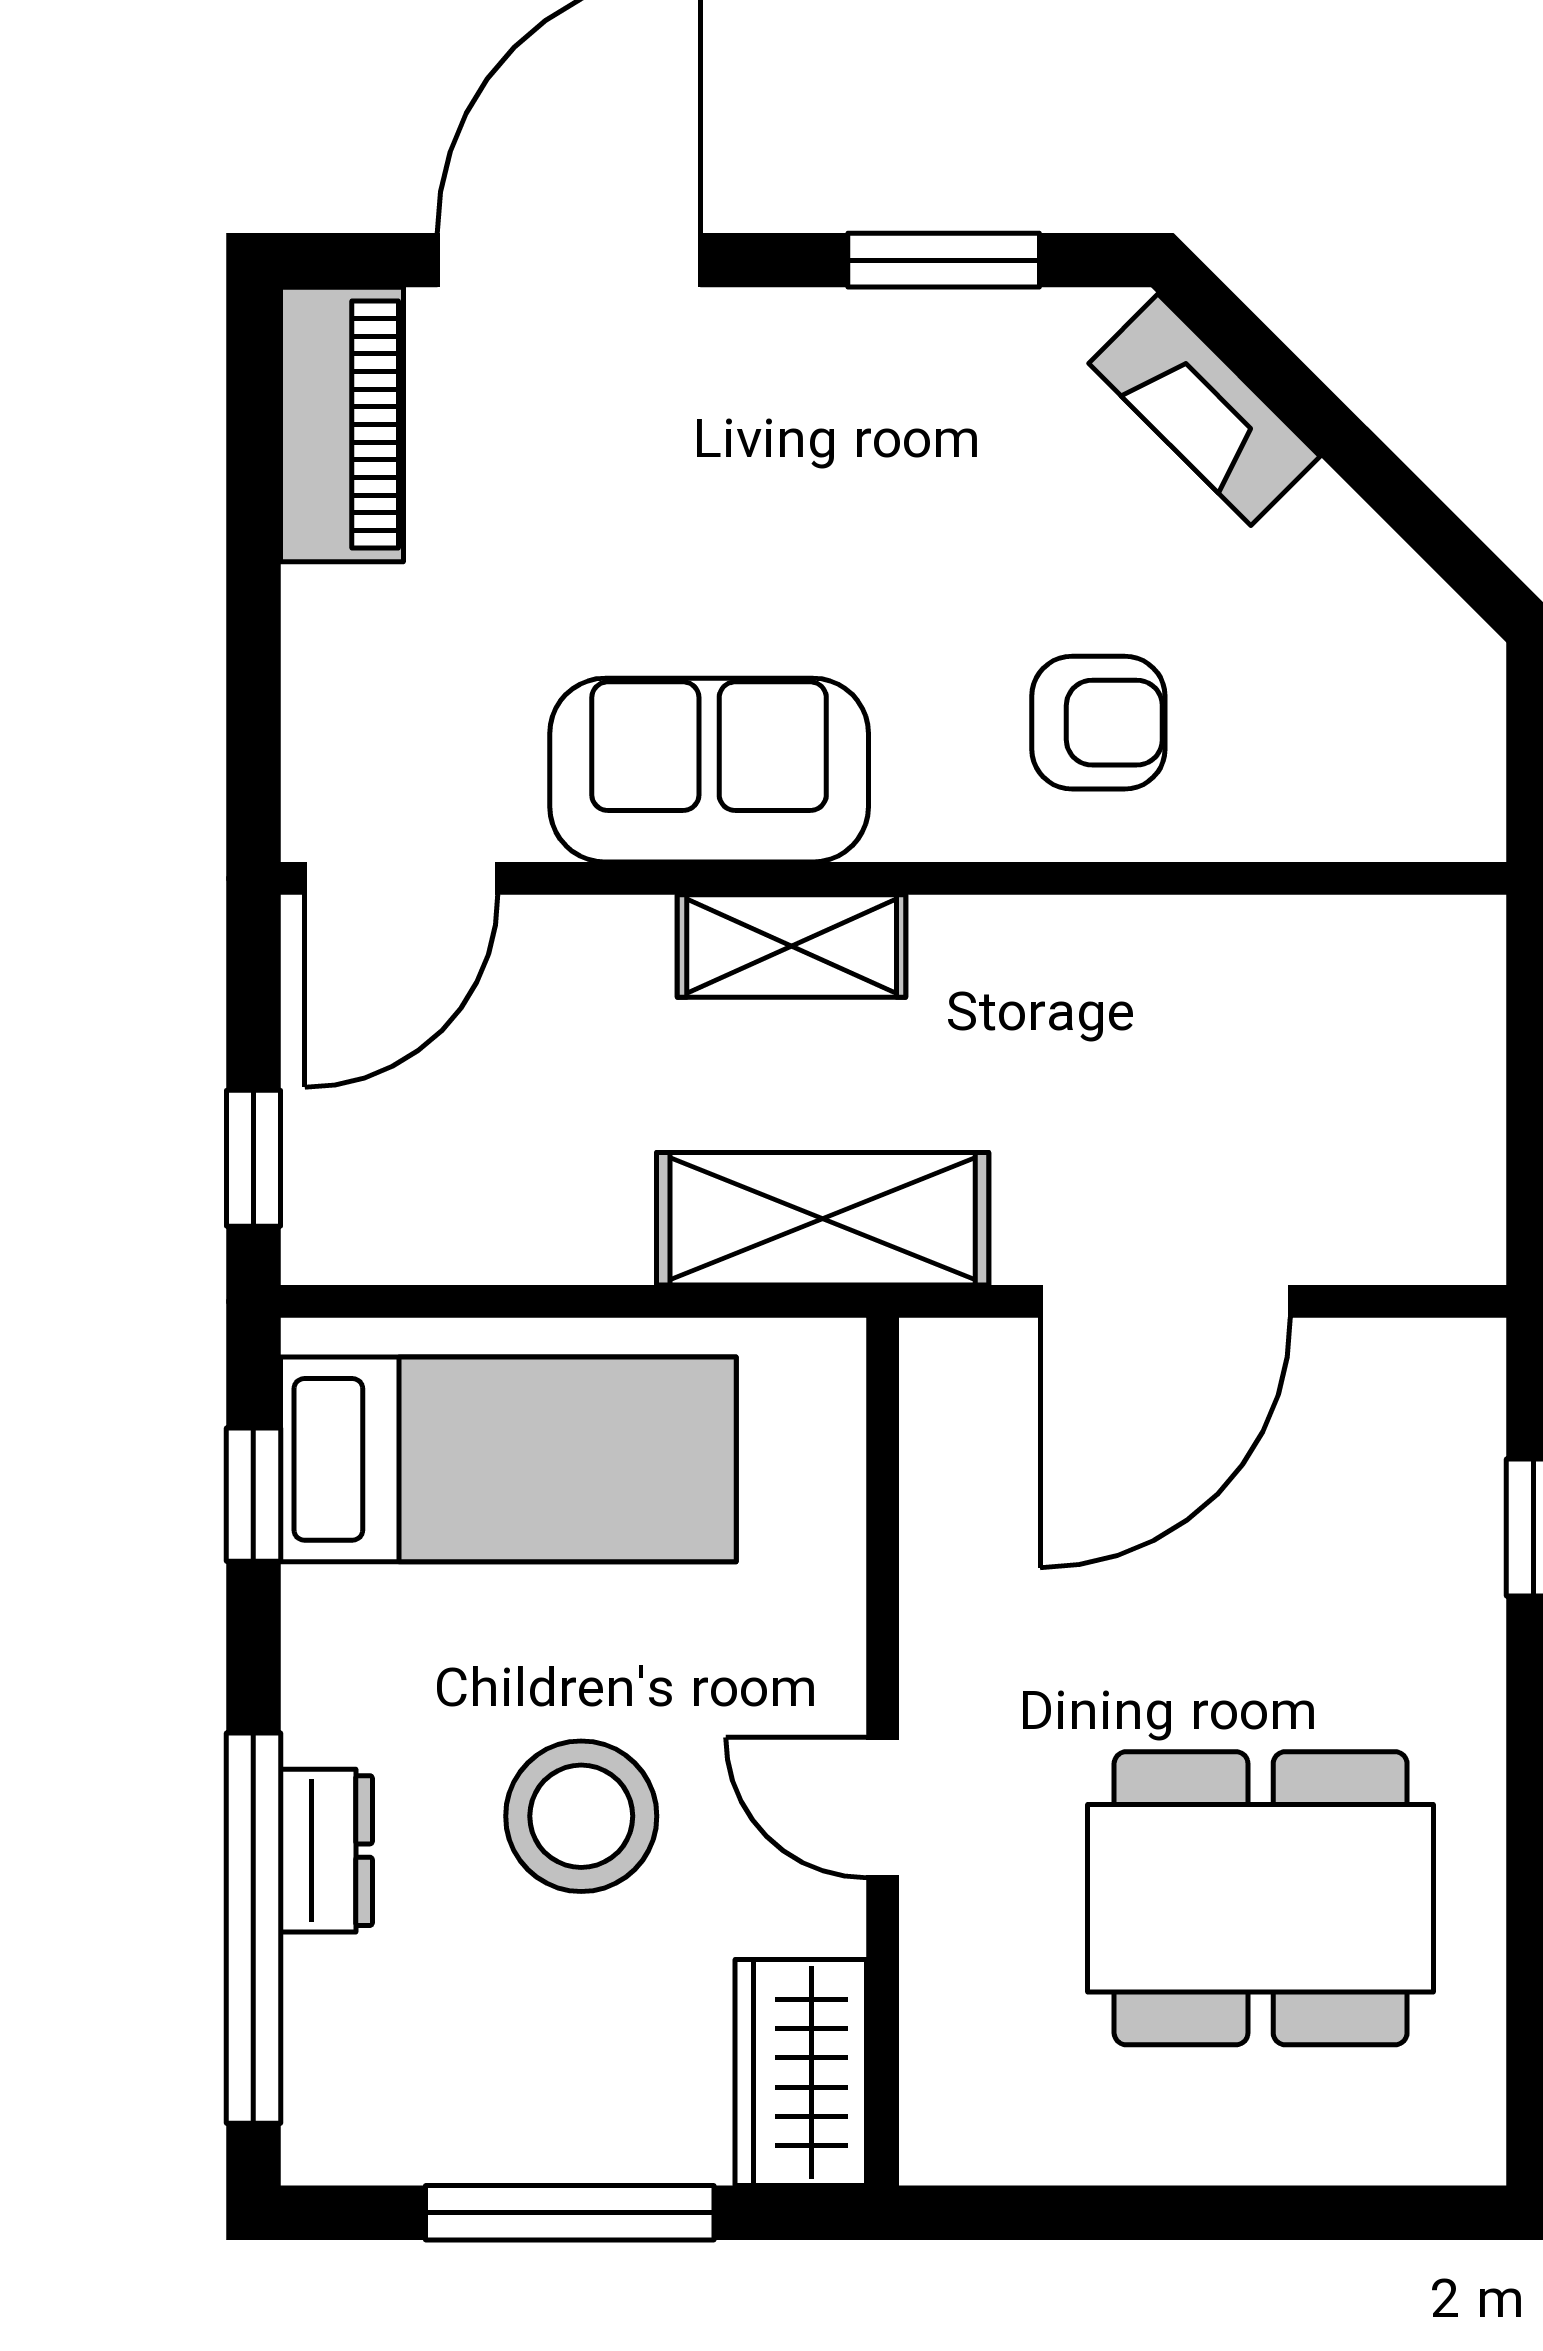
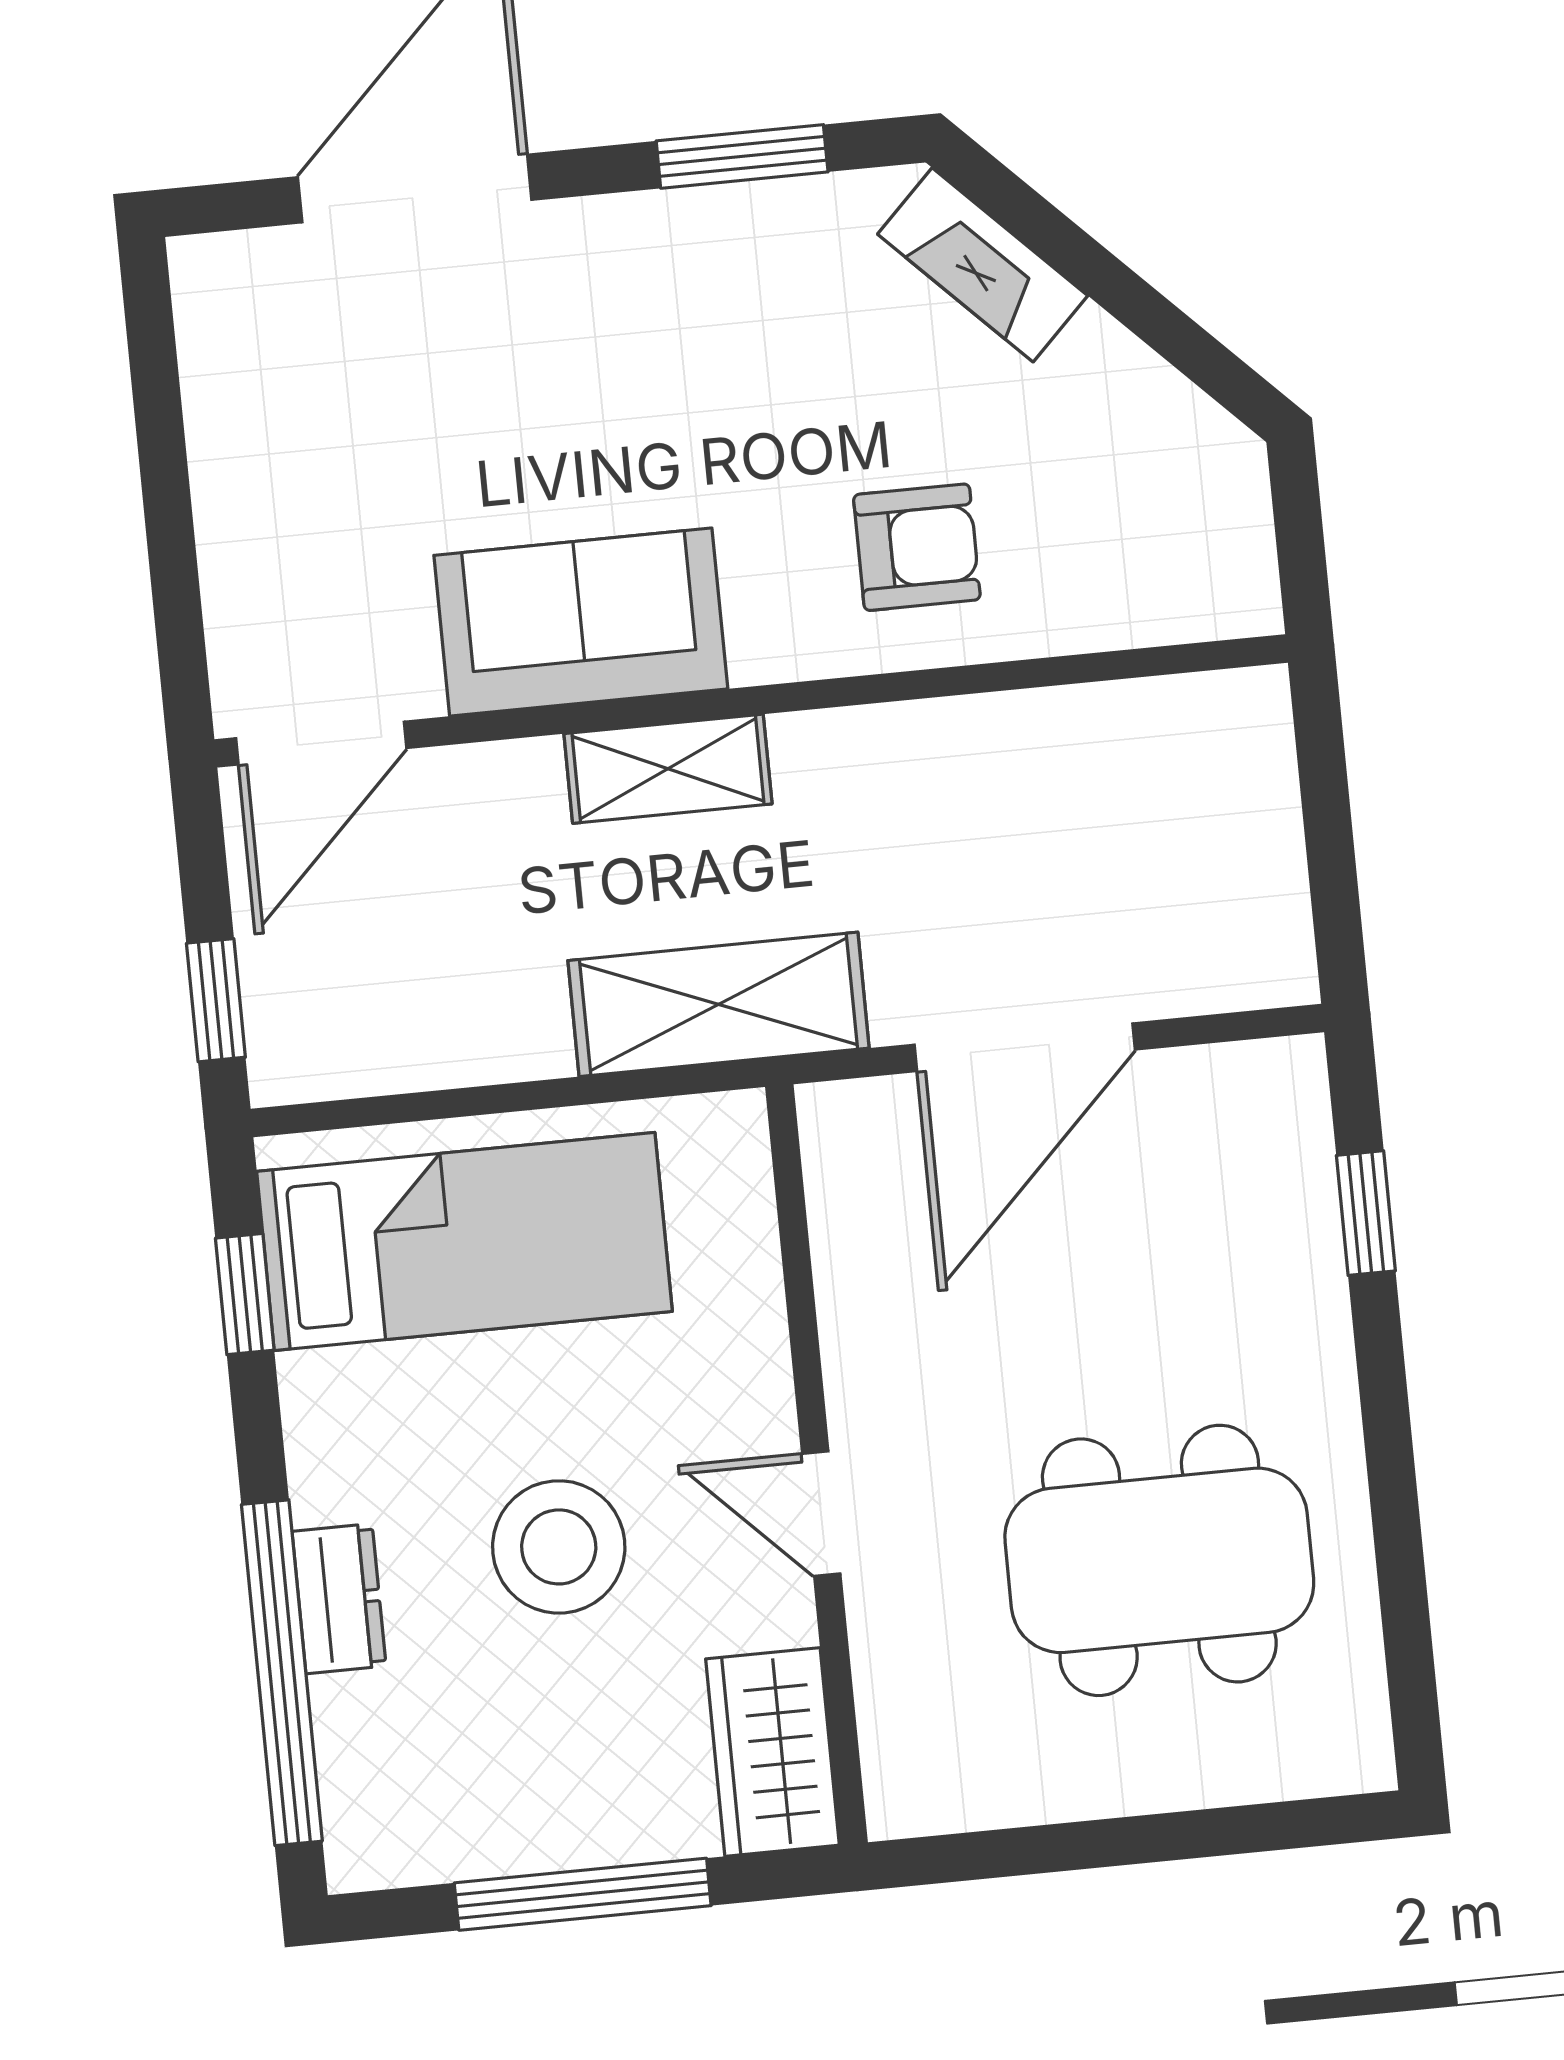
piano: (342, 425) -> (230, 352), removed

